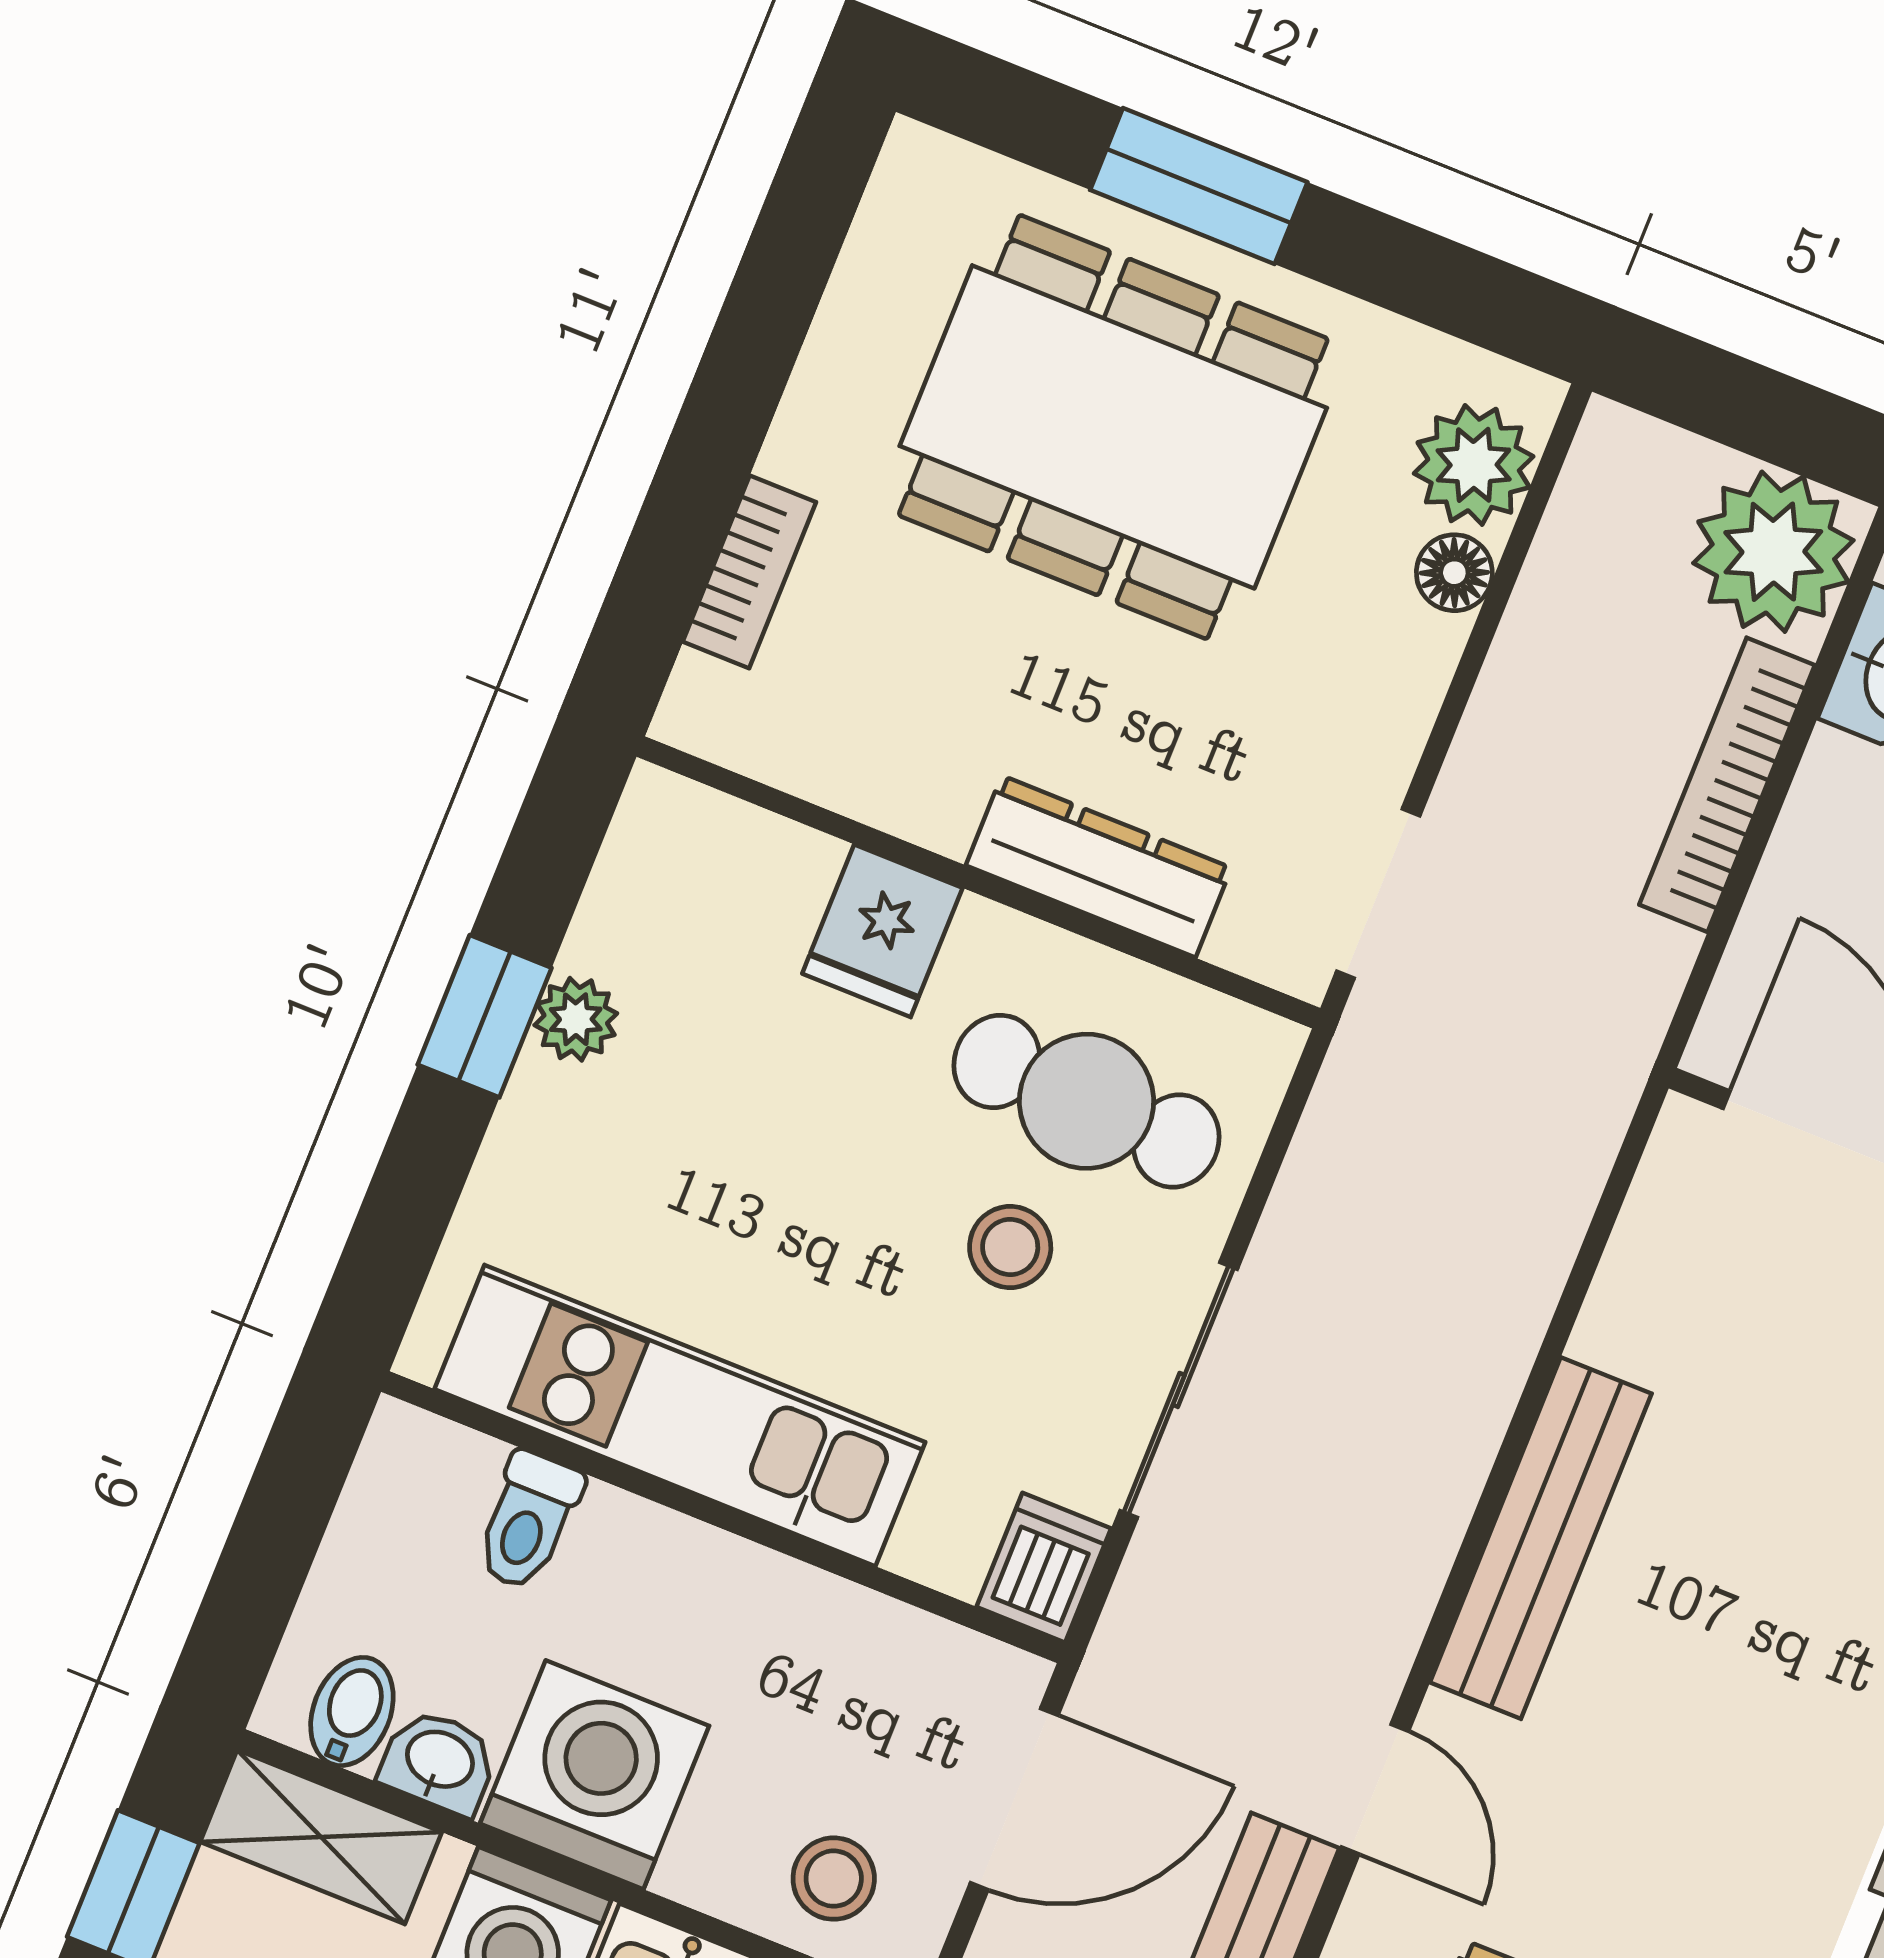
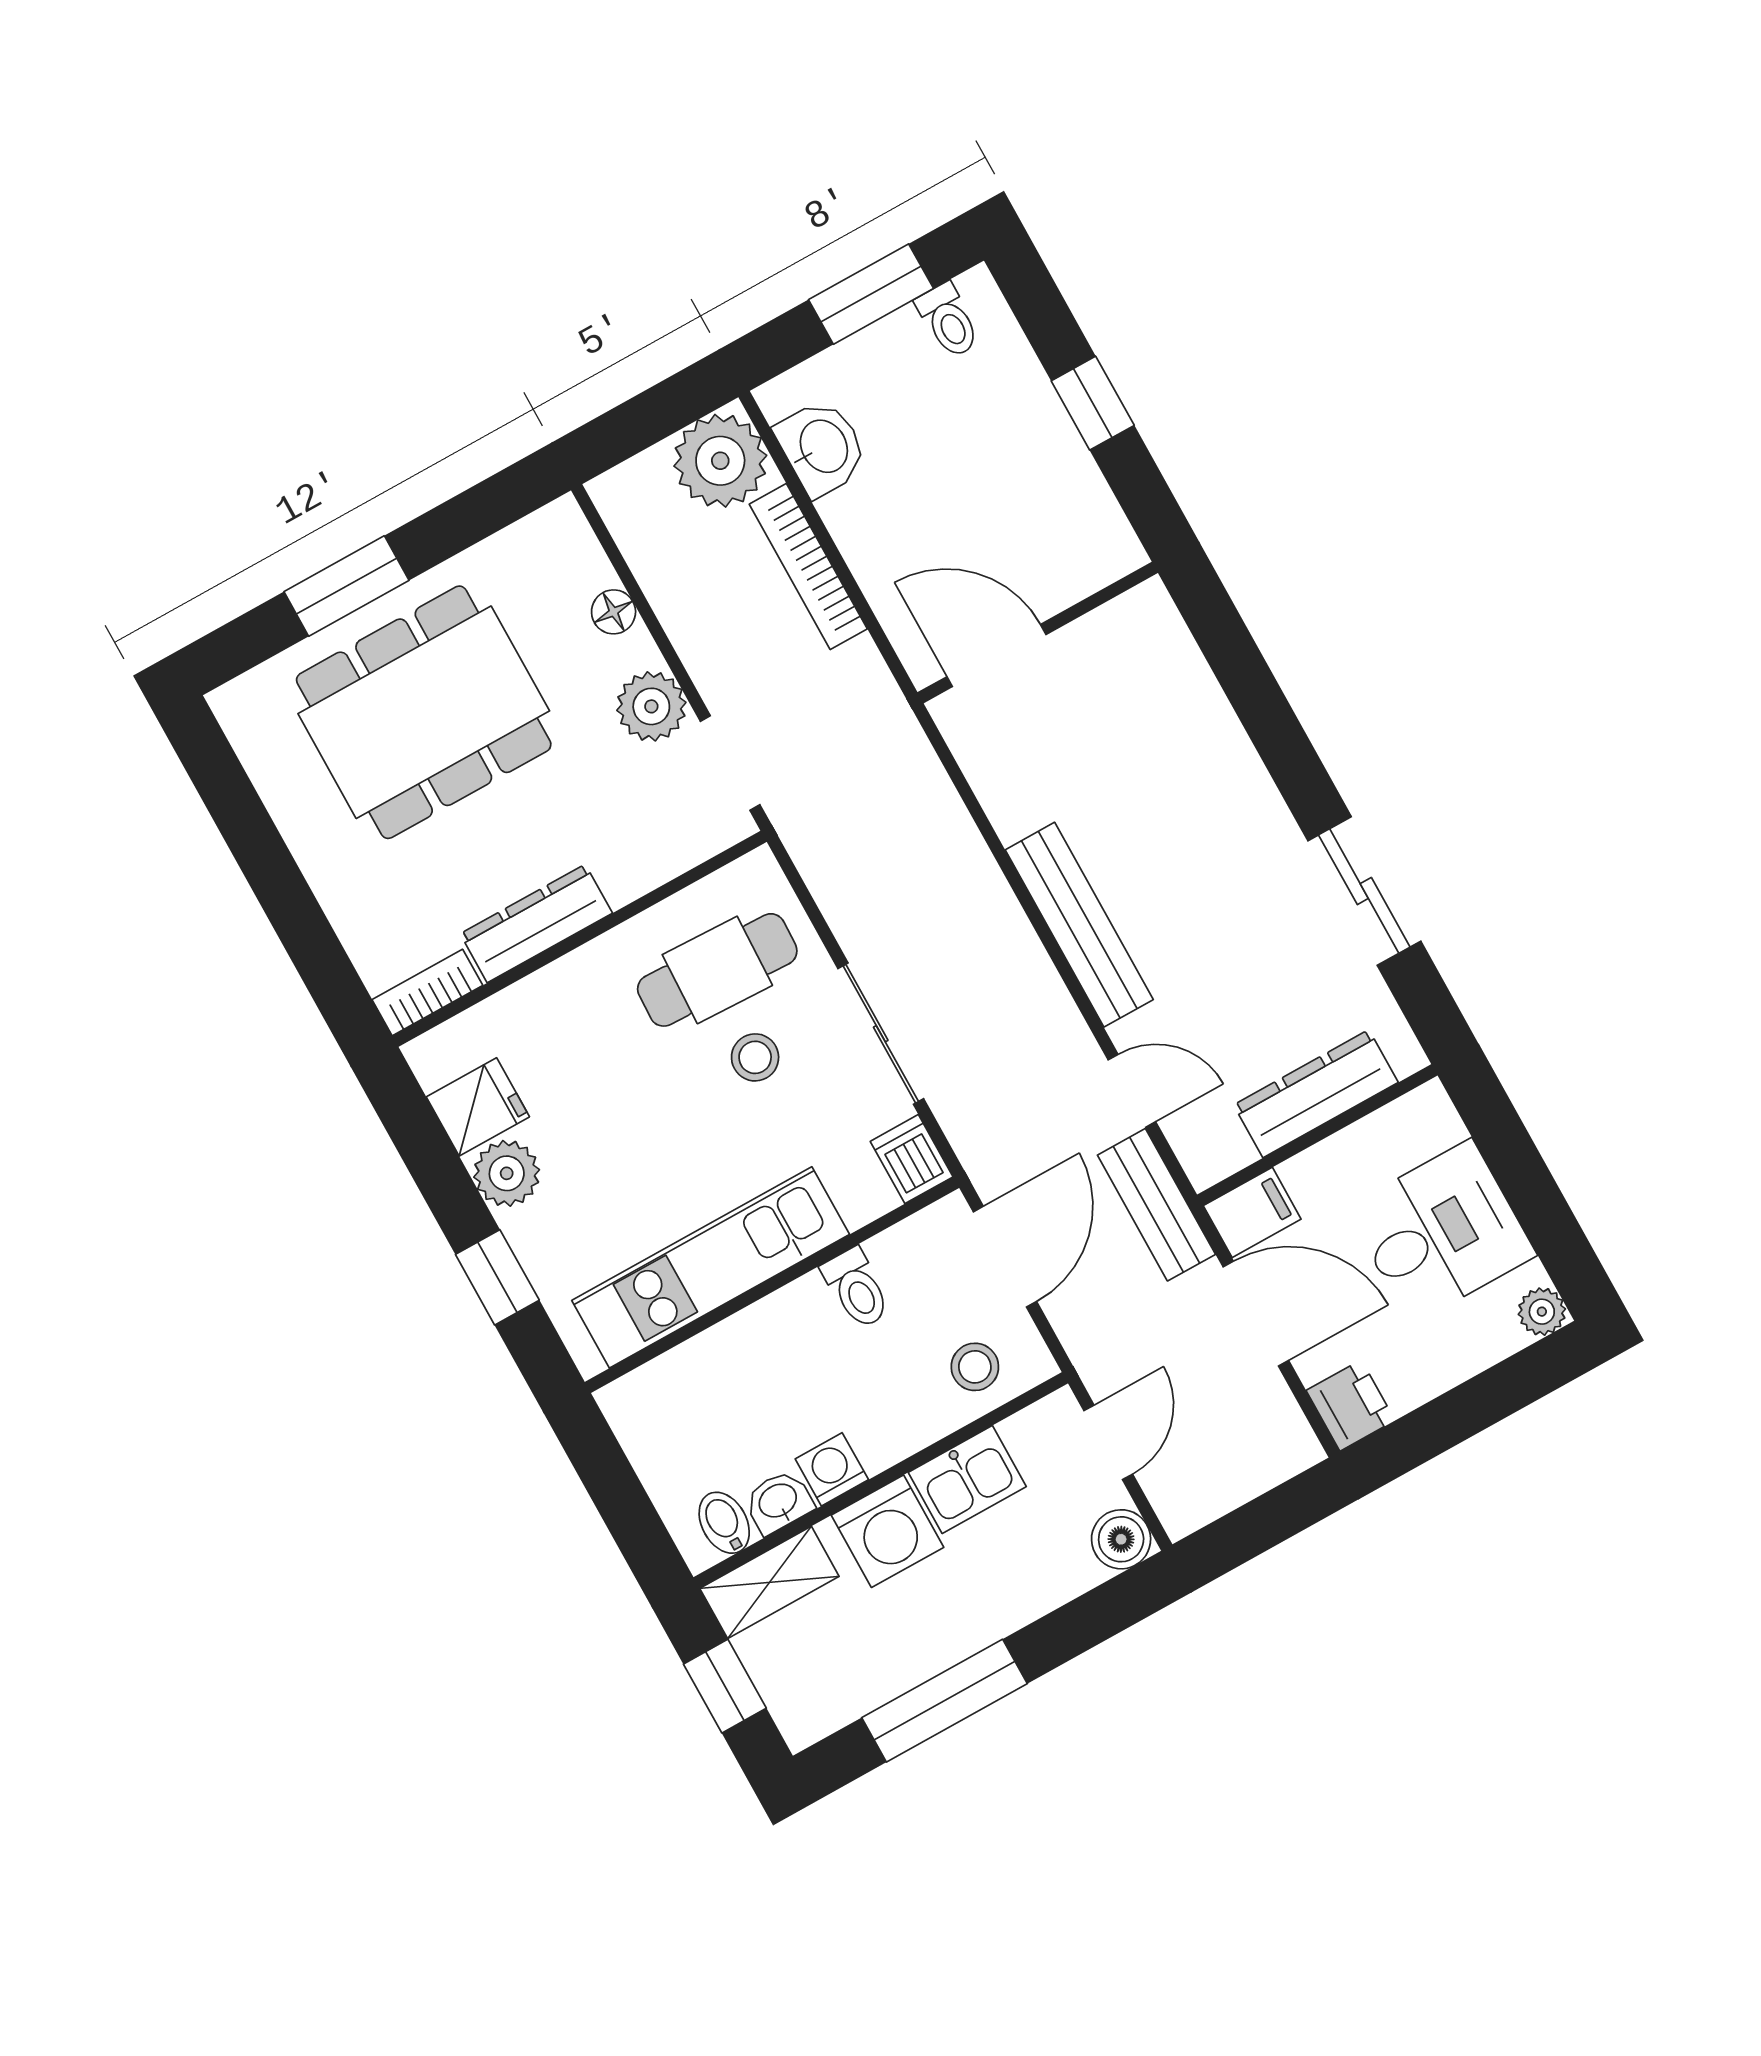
plant: (1474, 465) -> (651, 706), moved
bookcase: (749, 572) -> (427, 992), moved, turned -90
dresser: (1099, 867) -> (536, 923), moved
fridge: (882, 931) -> (478, 1107), moved, turned -90
window: (485, 1016) -> (497, 1277), moved
plant: (576, 1019) -> (507, 1173), width x1.38, depth x1.38
toilet: (528, 1521) -> (856, 1288), moved
washing machine: (595, 1775) -> (832, 1469), width x0.53, depth x0.53

